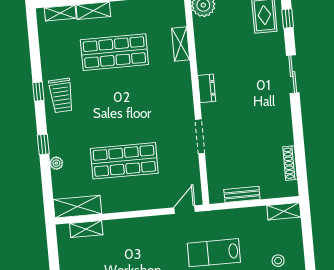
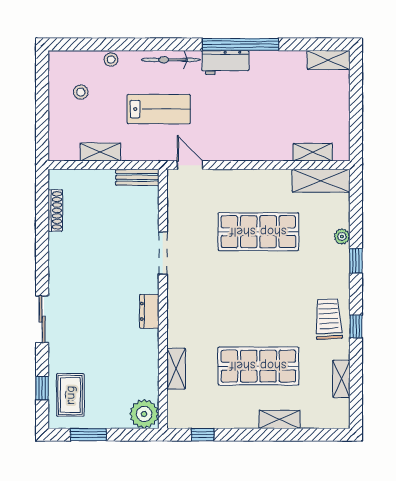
shelving: (60, 13) -> (341, 379), moved, turned 90
bench: (242, 194) -> (137, 177), moved
door: (185, 210) -> (190, 165), swing flipped
shelving: (284, 211) -> (100, 152), moved

